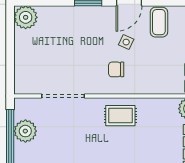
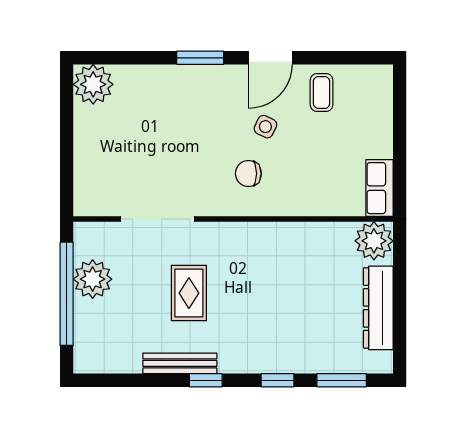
coffee table: (159, 22) -> (322, 92), width x0.73, depth x0.77
rug: (120, 116) -> (189, 293), moved, turned 90

